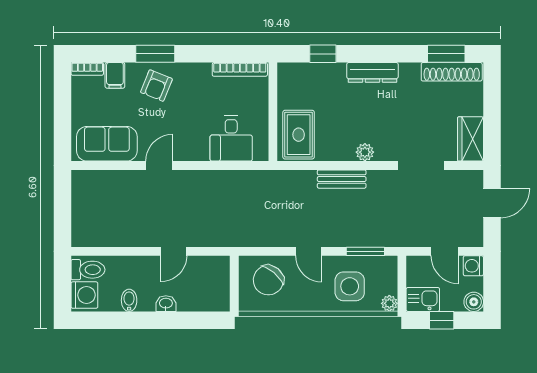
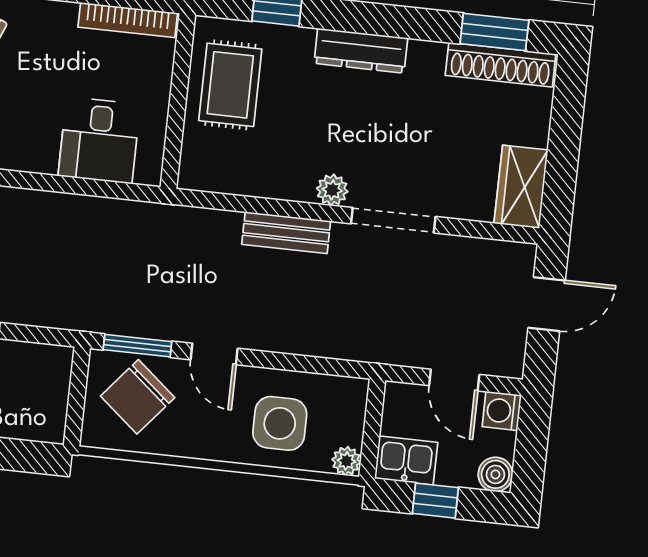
rug: (299, 135) -> (230, 85), moved
doorway: (421, 165) -> (393, 220), moved
window: (365, 251) -> (137, 346), moved

